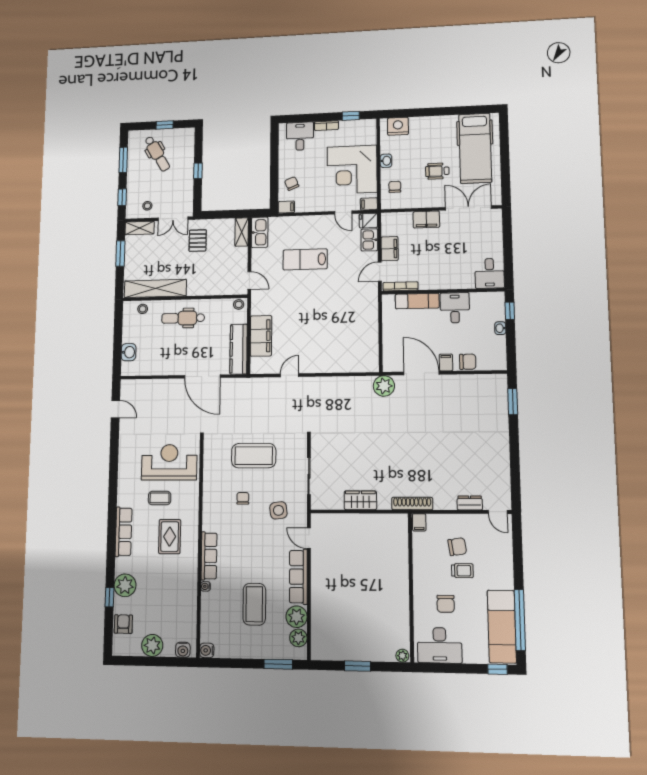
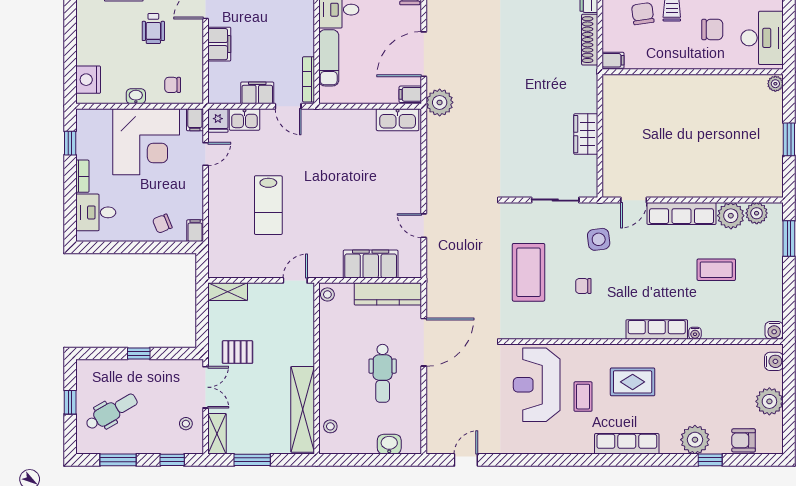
kitchen sink: (260, 232) -> (398, 120), moved, turned 180
dental chair: (183, 318) -> (383, 373), moved
filing cabinet: (446, 363) -> (410, 94), moved
shoe rack: (412, 504) -> (590, 40), moved
coffee table: (254, 604) -> (716, 270), width x0.73, depth x0.76

